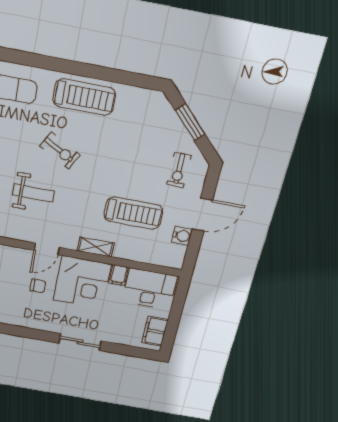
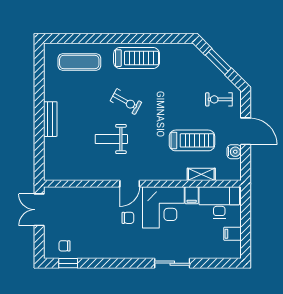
exercise bike: (179, 170) -> (219, 99), turned 90
weight bench: (33, 193) -> (111, 139), turned 180
door: (202, 215) -> (246, 131), hinge flipped
shelving: (96, 247) -> (201, 174), moved
filing cabinet: (155, 331) -> (232, 234), width x0.50

